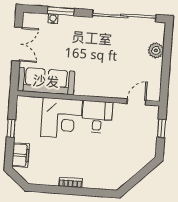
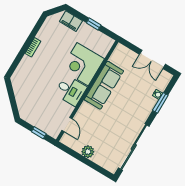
plant: (156, 50) -> (88, 152), moved
sofa: (46, 81) -> (104, 85), moved

